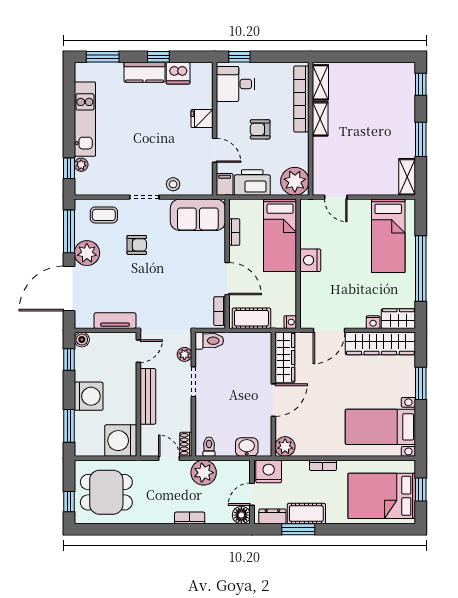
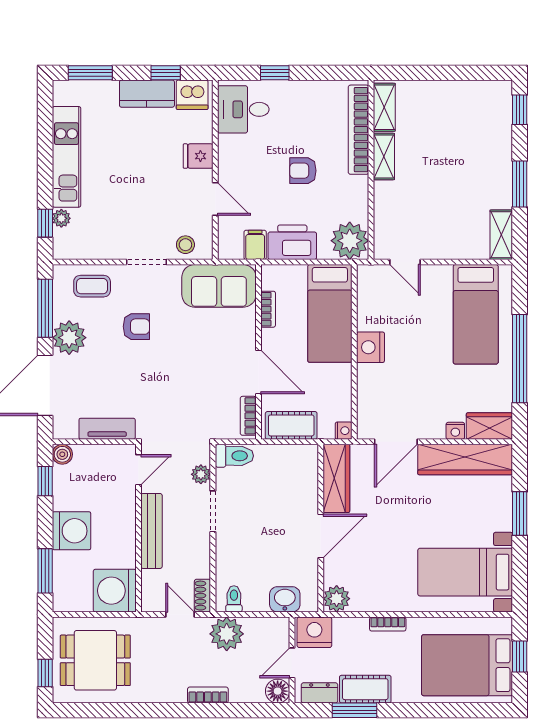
desk: (235, 84) -> (243, 109), moved
fridge: (202, 119) -> (198, 156), moved
wall: (215, 129) -> (215, 170), moved
door: (215, 150) -> (215, 199), moved

